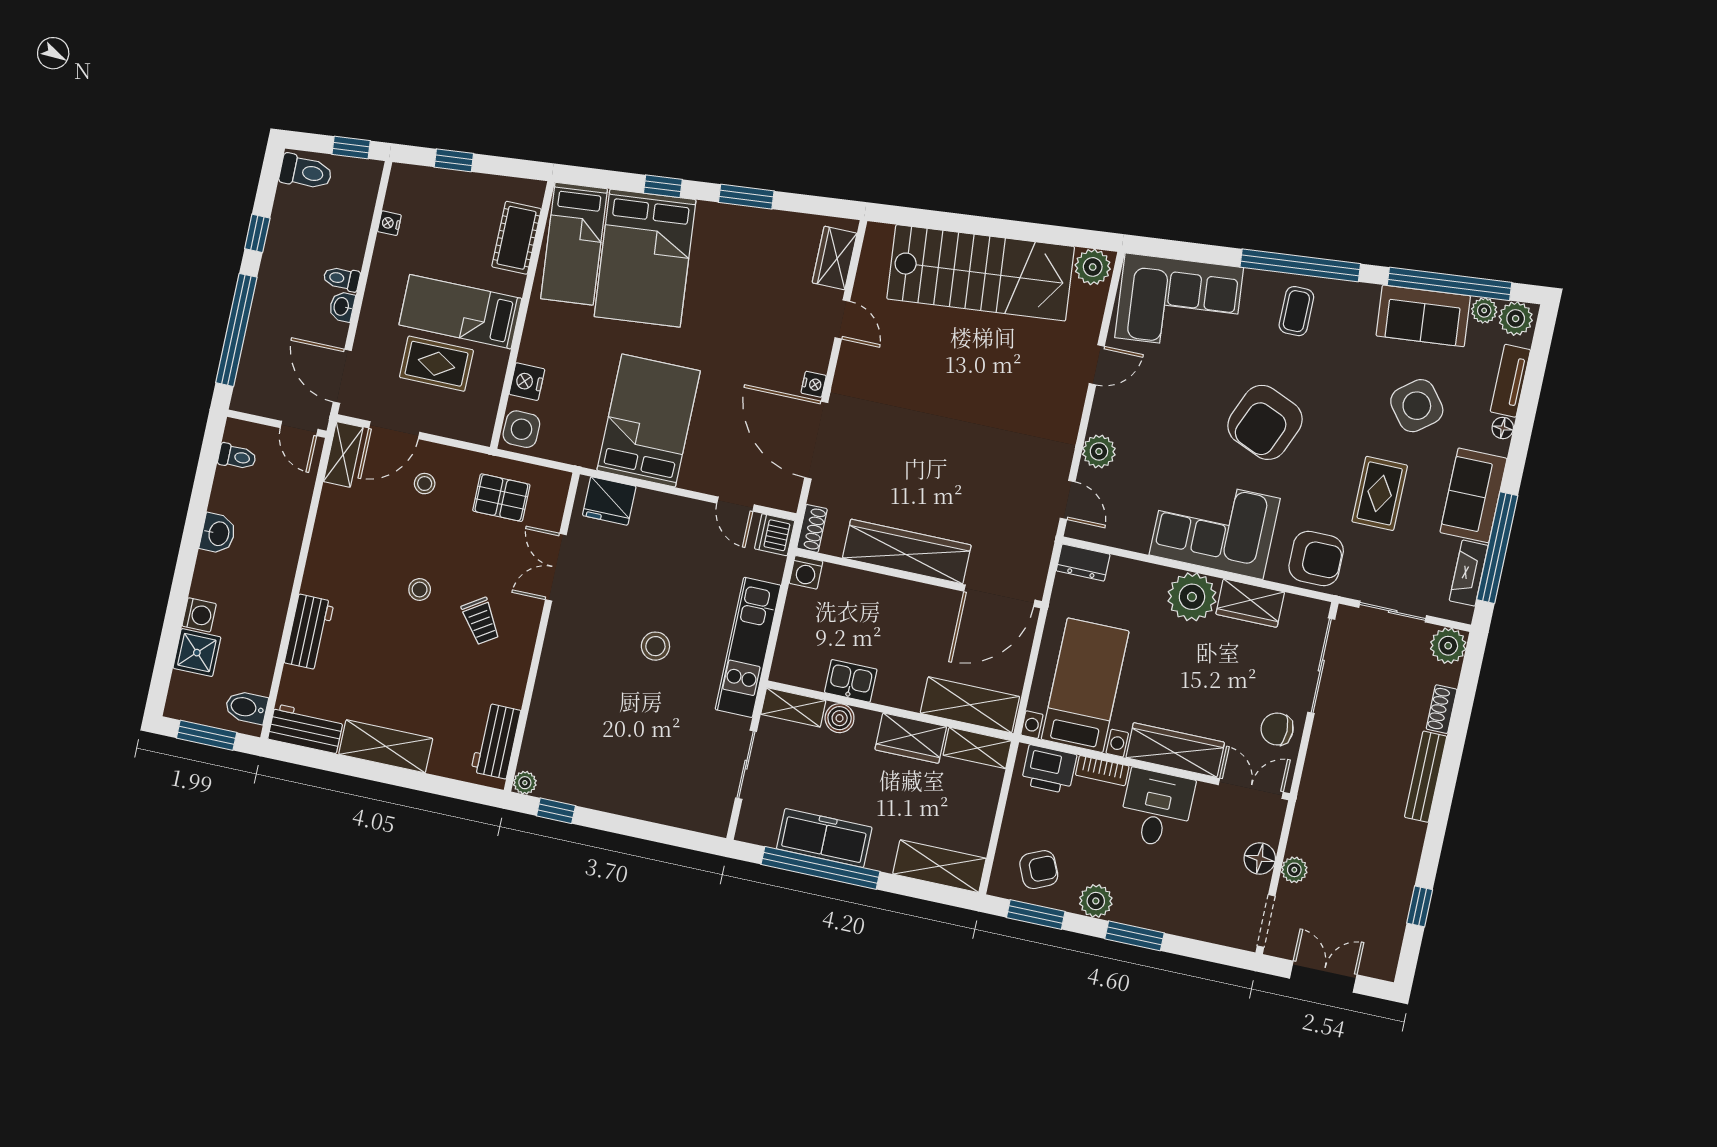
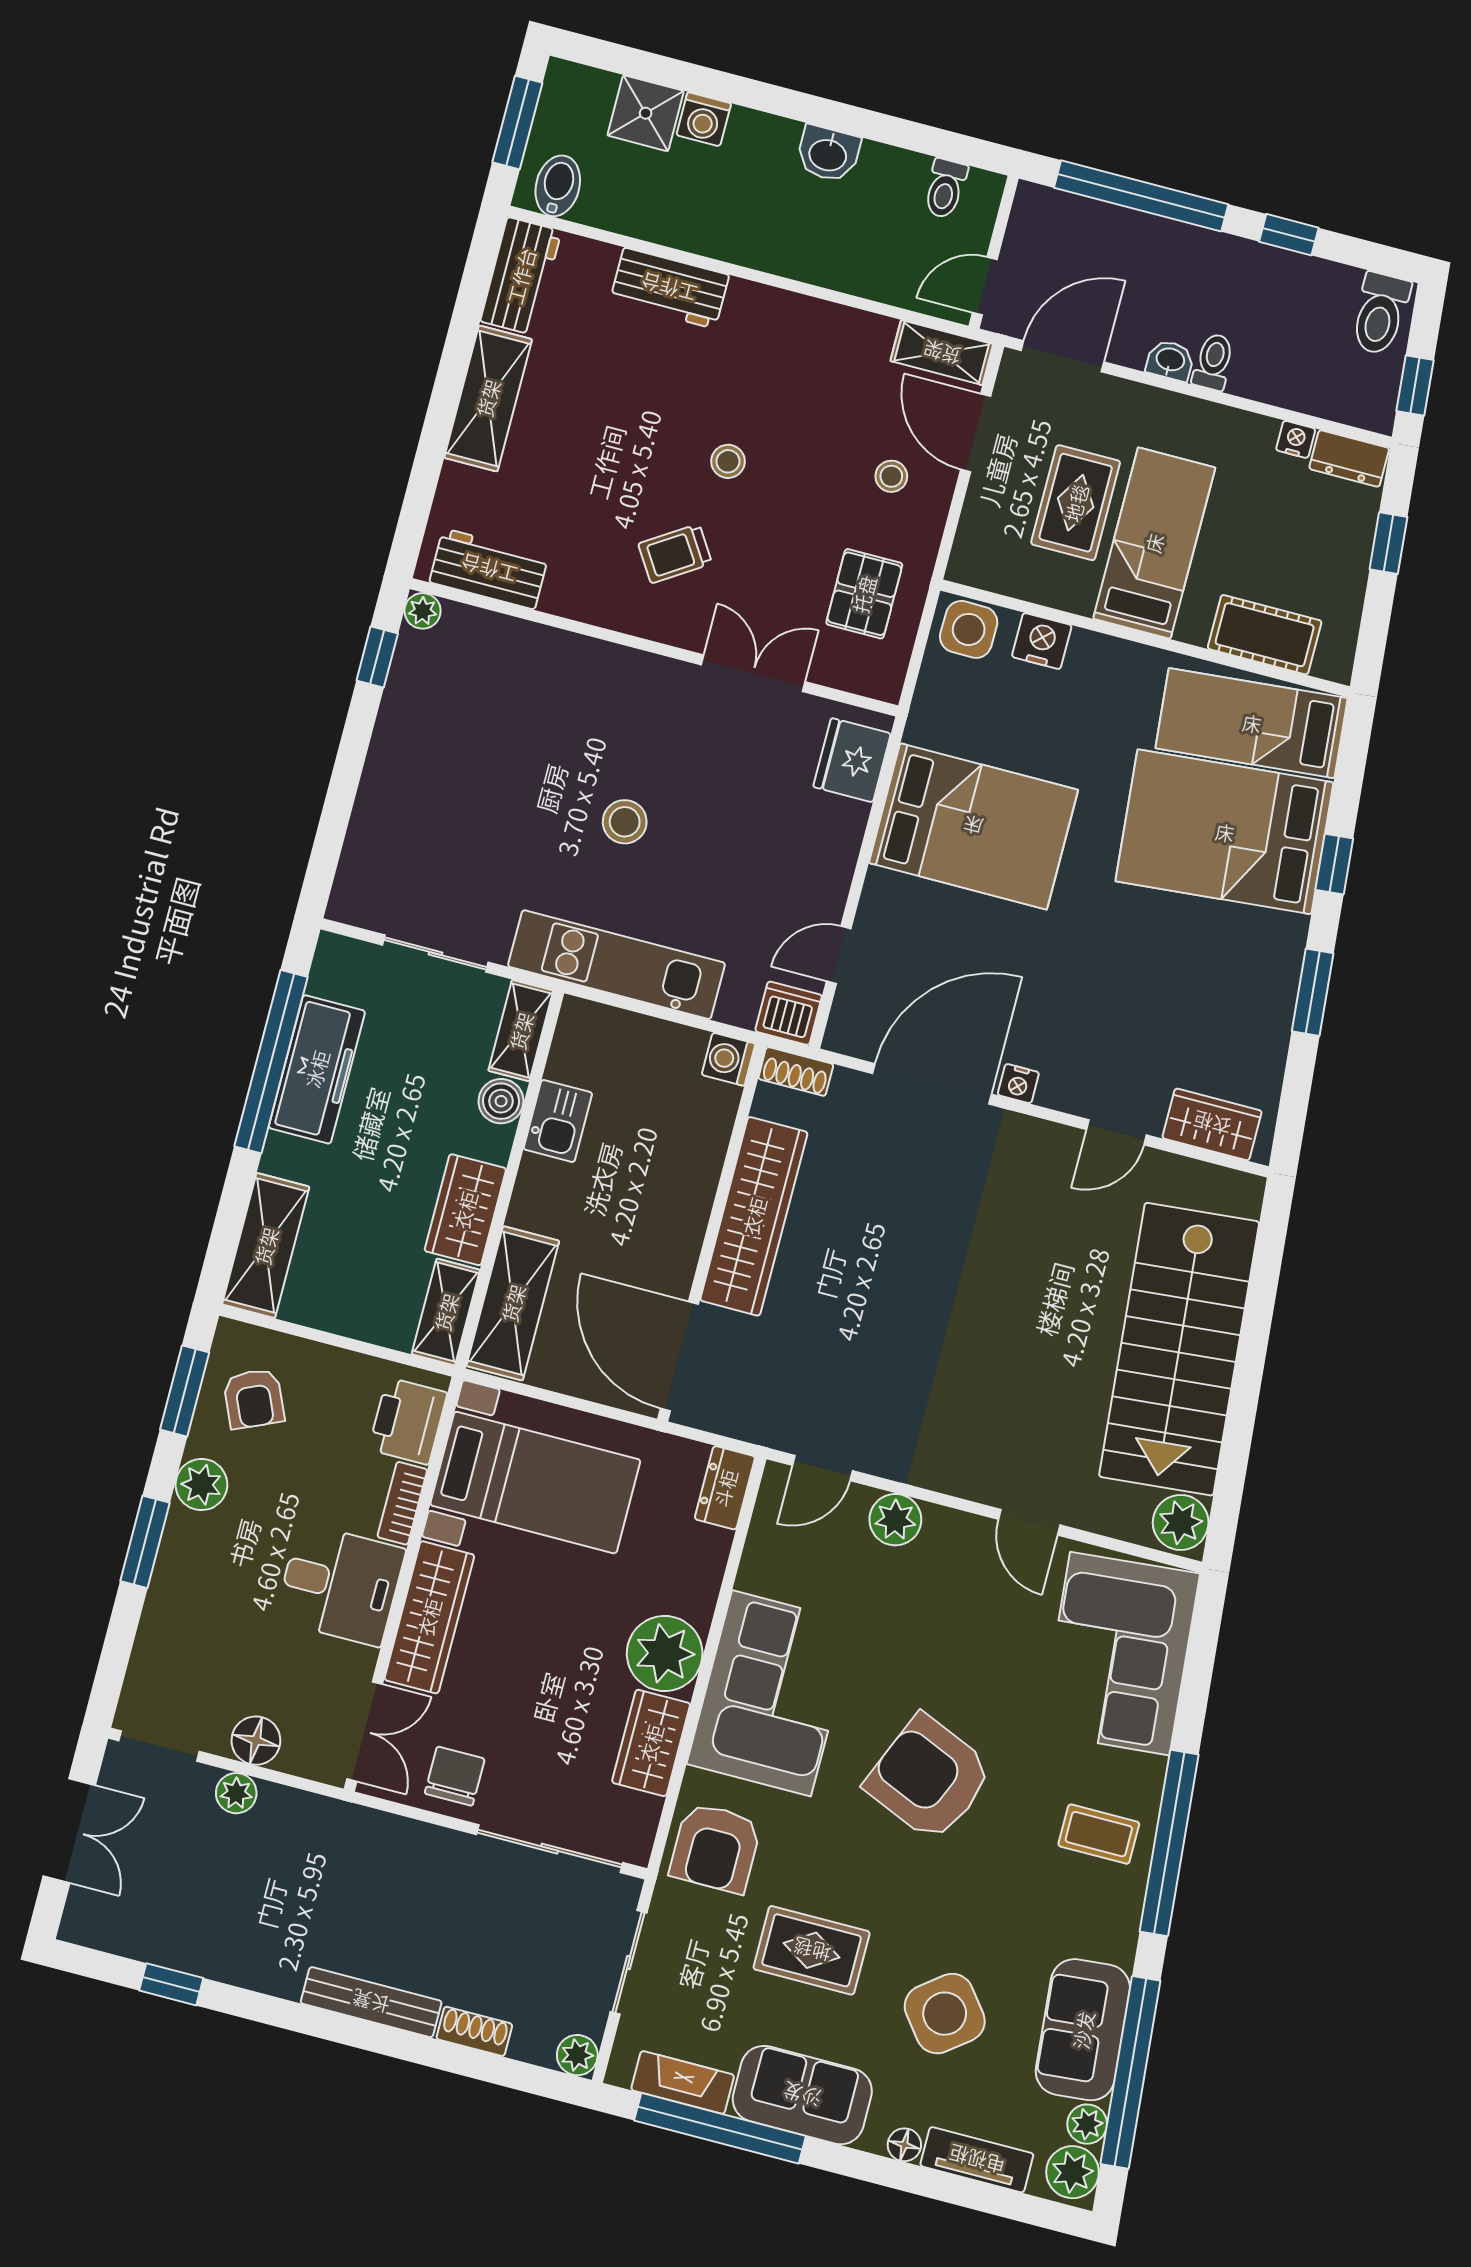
dresser: (400, 188) -> (1349, 458), added
plant: (1448, 646) -> (577, 2055), width x0.73, depth x0.73

